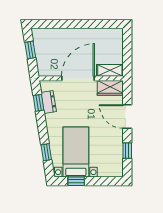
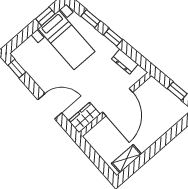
shelving: (110, 70) -> (126, 159), moved
window: (39, 103) -> (113, 37), moved
window: (127, 151) -> (17, 69), moved

